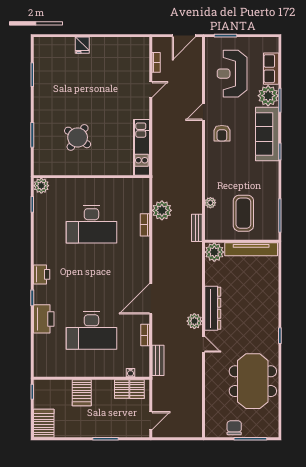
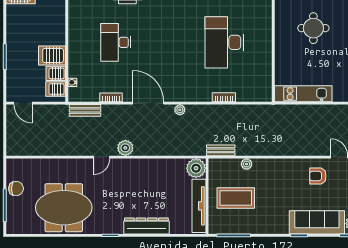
round table: (78, 137) -> (313, 28), turned -36
plant: (162, 210) -> (180, 110), moved, width x0.53, depth x0.53
dresser: (213, 308) -> (146, 226), moved, turned 180
desk: (91, 330) -> (116, 42), width x0.73, depth x0.77
server rack: (82, 393) -> (52, 55), moved

